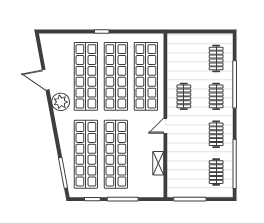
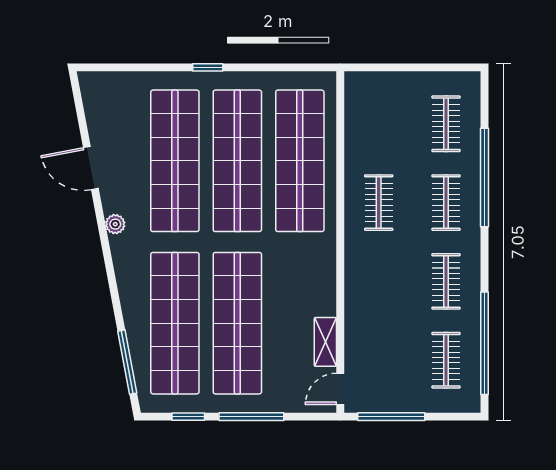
plant: (61, 102) -> (115, 224), width x0.53, depth x0.53
door: (165, 126) -> (340, 389), moved

